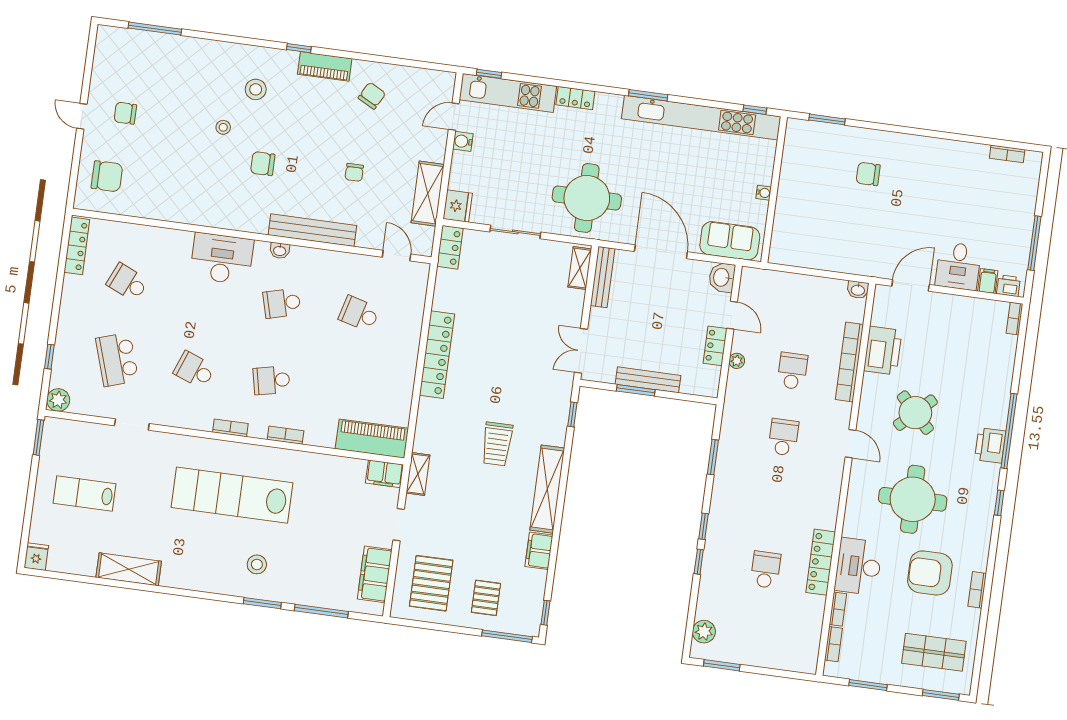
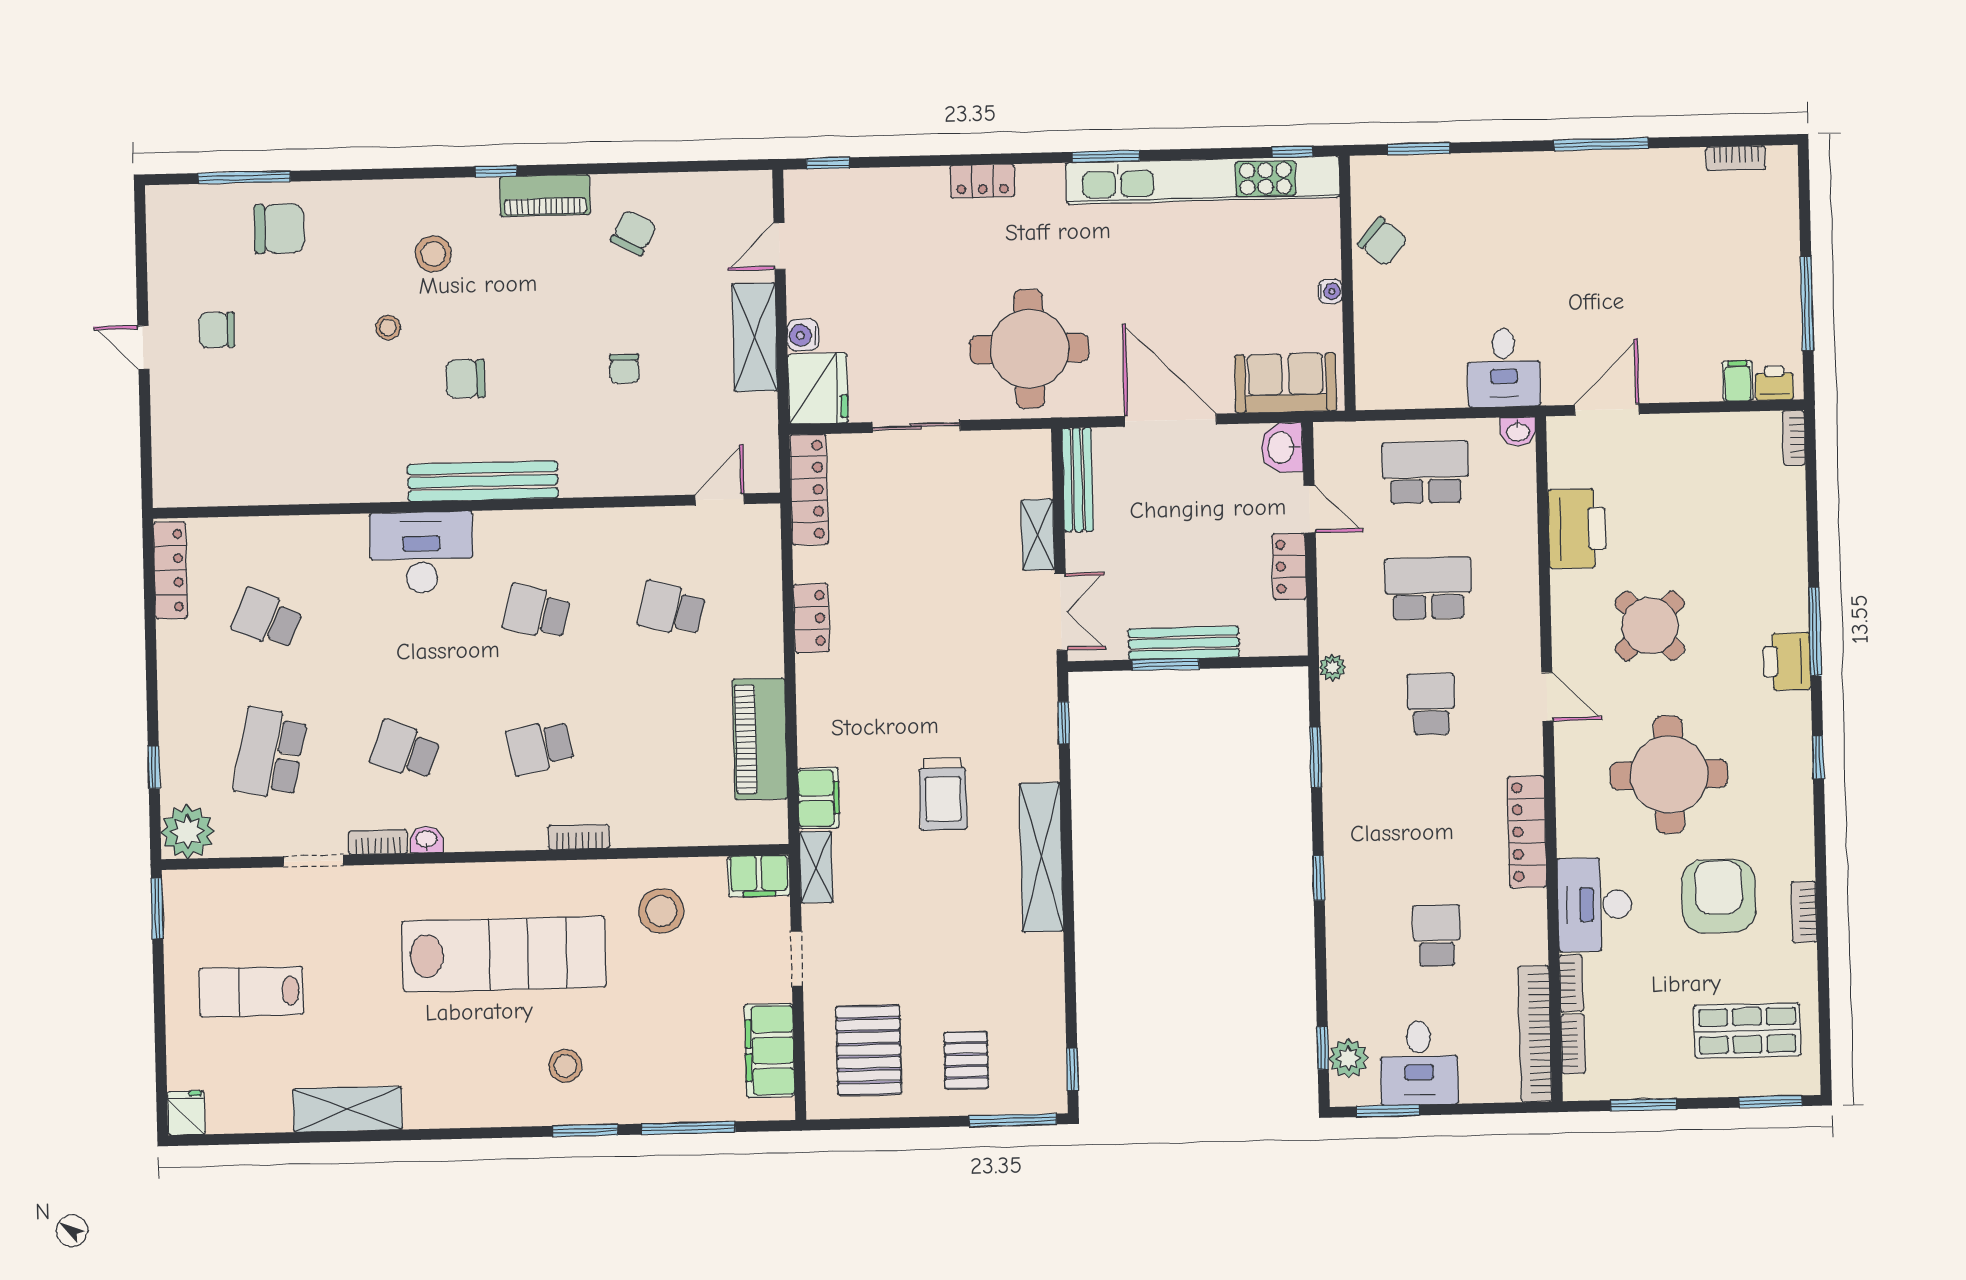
kitchen unit: (508, 93) -> (866, 191), removed
window: (932, 134) -> (1601, 144), added
water cooler: (463, 141) -> (803, 335), moved
chair: (868, 174) -> (1383, 242), moved, turned -139
chair: (107, 176) -> (279, 229), moved
shelving: (428, 194) -> (755, 337), moved
fridge: (458, 206) -> (818, 389), width x1.36, depth x1.34
bench: (312, 230) -> (483, 481), moved
locker: (450, 247) -> (809, 489), width x1.53
washbasin: (280, 251) -> (426, 840), moved, turned 180
door: (397, 256) -> (720, 499), hinge flipped
desk: (958, 266) -> (1504, 368), moved
shelving: (580, 268) -> (1038, 535), moved
school desk: (282, 303) -> (537, 612), turned 30
school desk: (801, 305) -> (1425, 472), added
double door: (581, 351) -> (1061, 612), swing flipped
locker: (437, 355) -> (811, 618), width x0.46, depth x0.83
school desk: (117, 359) -> (270, 754), turned 30
plant: (737, 361) -> (1332, 667), moved
bookcase: (849, 362) -> (1535, 1034), moved
school desk: (792, 371) -> (1428, 588), width x1.85
plant: (58, 400) -> (188, 832), width x1.36, depth x1.36
bookcase: (230, 428) -> (378, 842), moved
window: (1009, 431) -> (1815, 632), width x0.68
piano: (372, 439) -> (760, 739), moved, turned -90
stool: (326, 485) -> (661, 911), added
lab bench: (232, 495) -> (504, 954), turned 180
filing cabinet: (539, 551) -> (819, 798), moved, turned 180
window: (699, 562) -> (1323, 1048), moved
locker: (821, 562) -> (1527, 832), moved
armchair: (930, 573) -> (1719, 896), turned 90
desk: (744, 641) -> (1419, 1063), added

